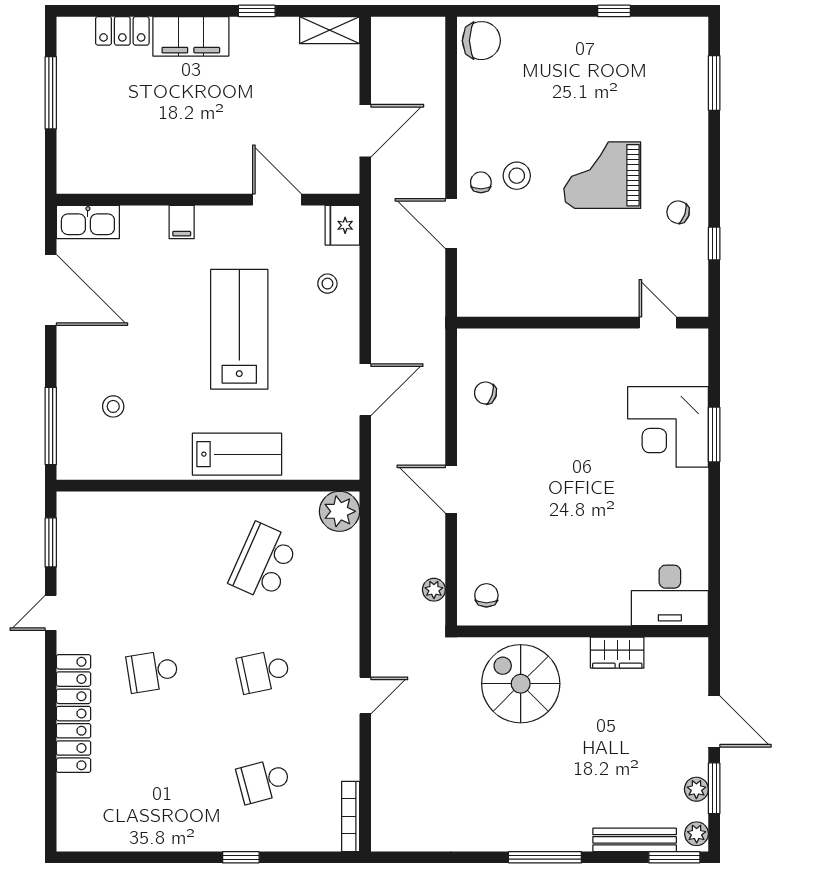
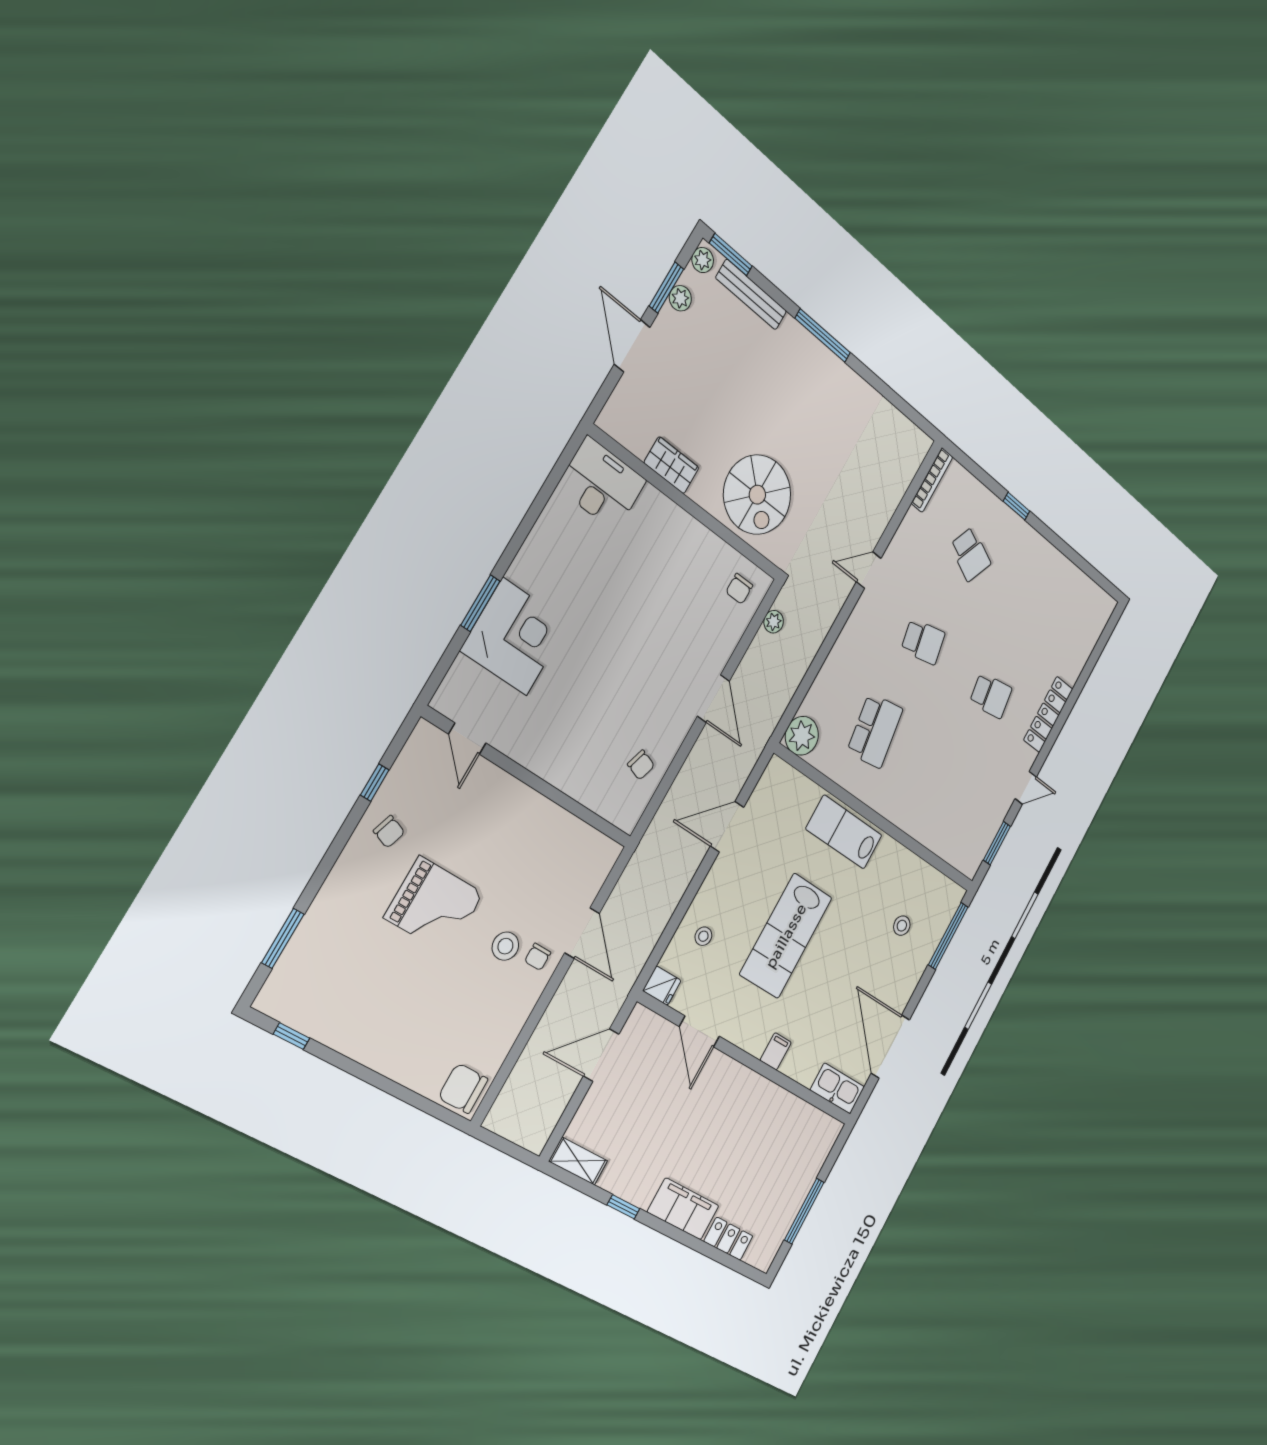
window: (614, 11) -> (291, 1036), moved
fridge: (342, 225) -> (662, 986), width x0.72
school desk: (264, 562) -> (875, 731), turned -33
locker: (74, 714) -> (1048, 714), width x0.71, depth x0.83
school desk: (264, 781) -> (970, 554), turned 39

